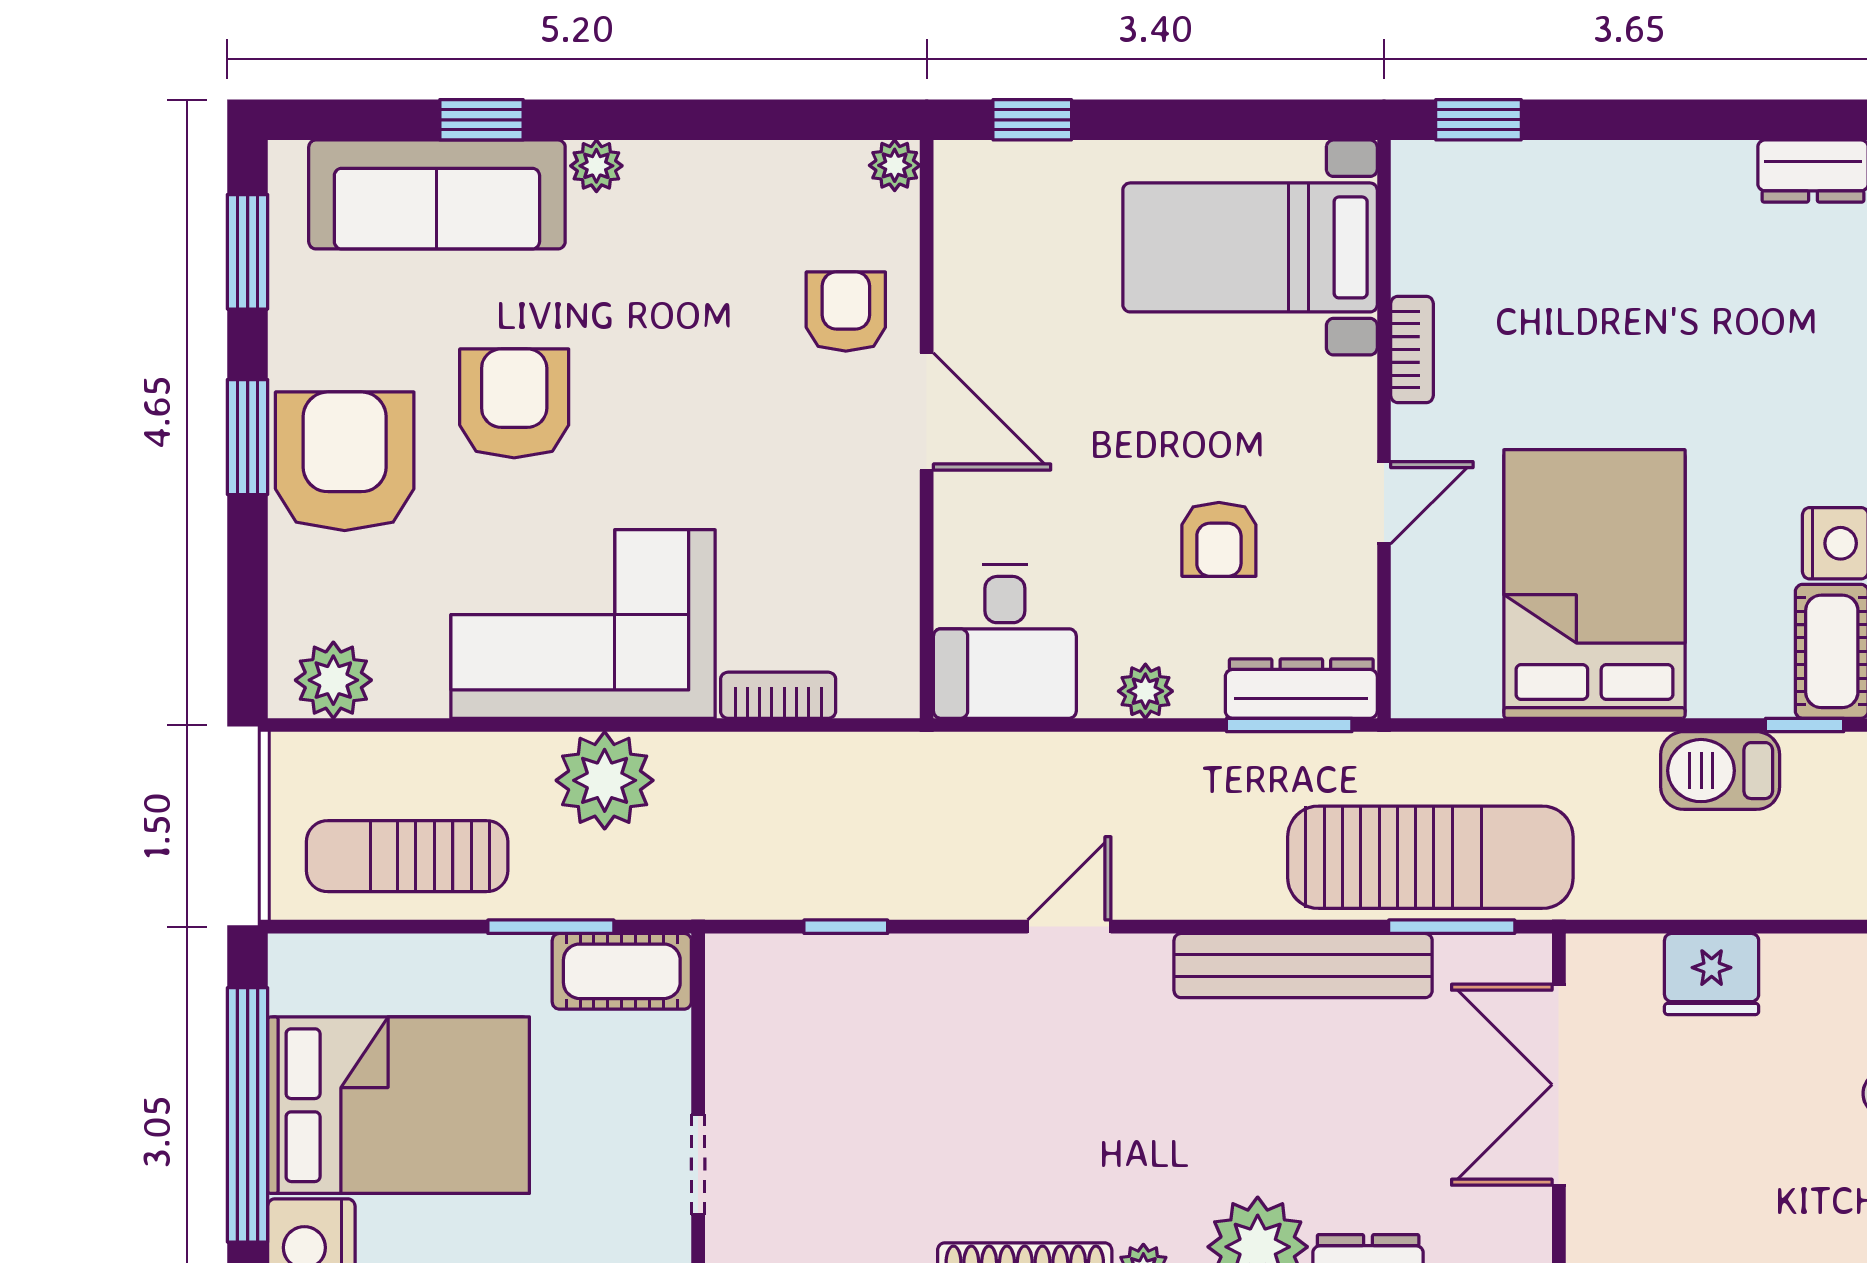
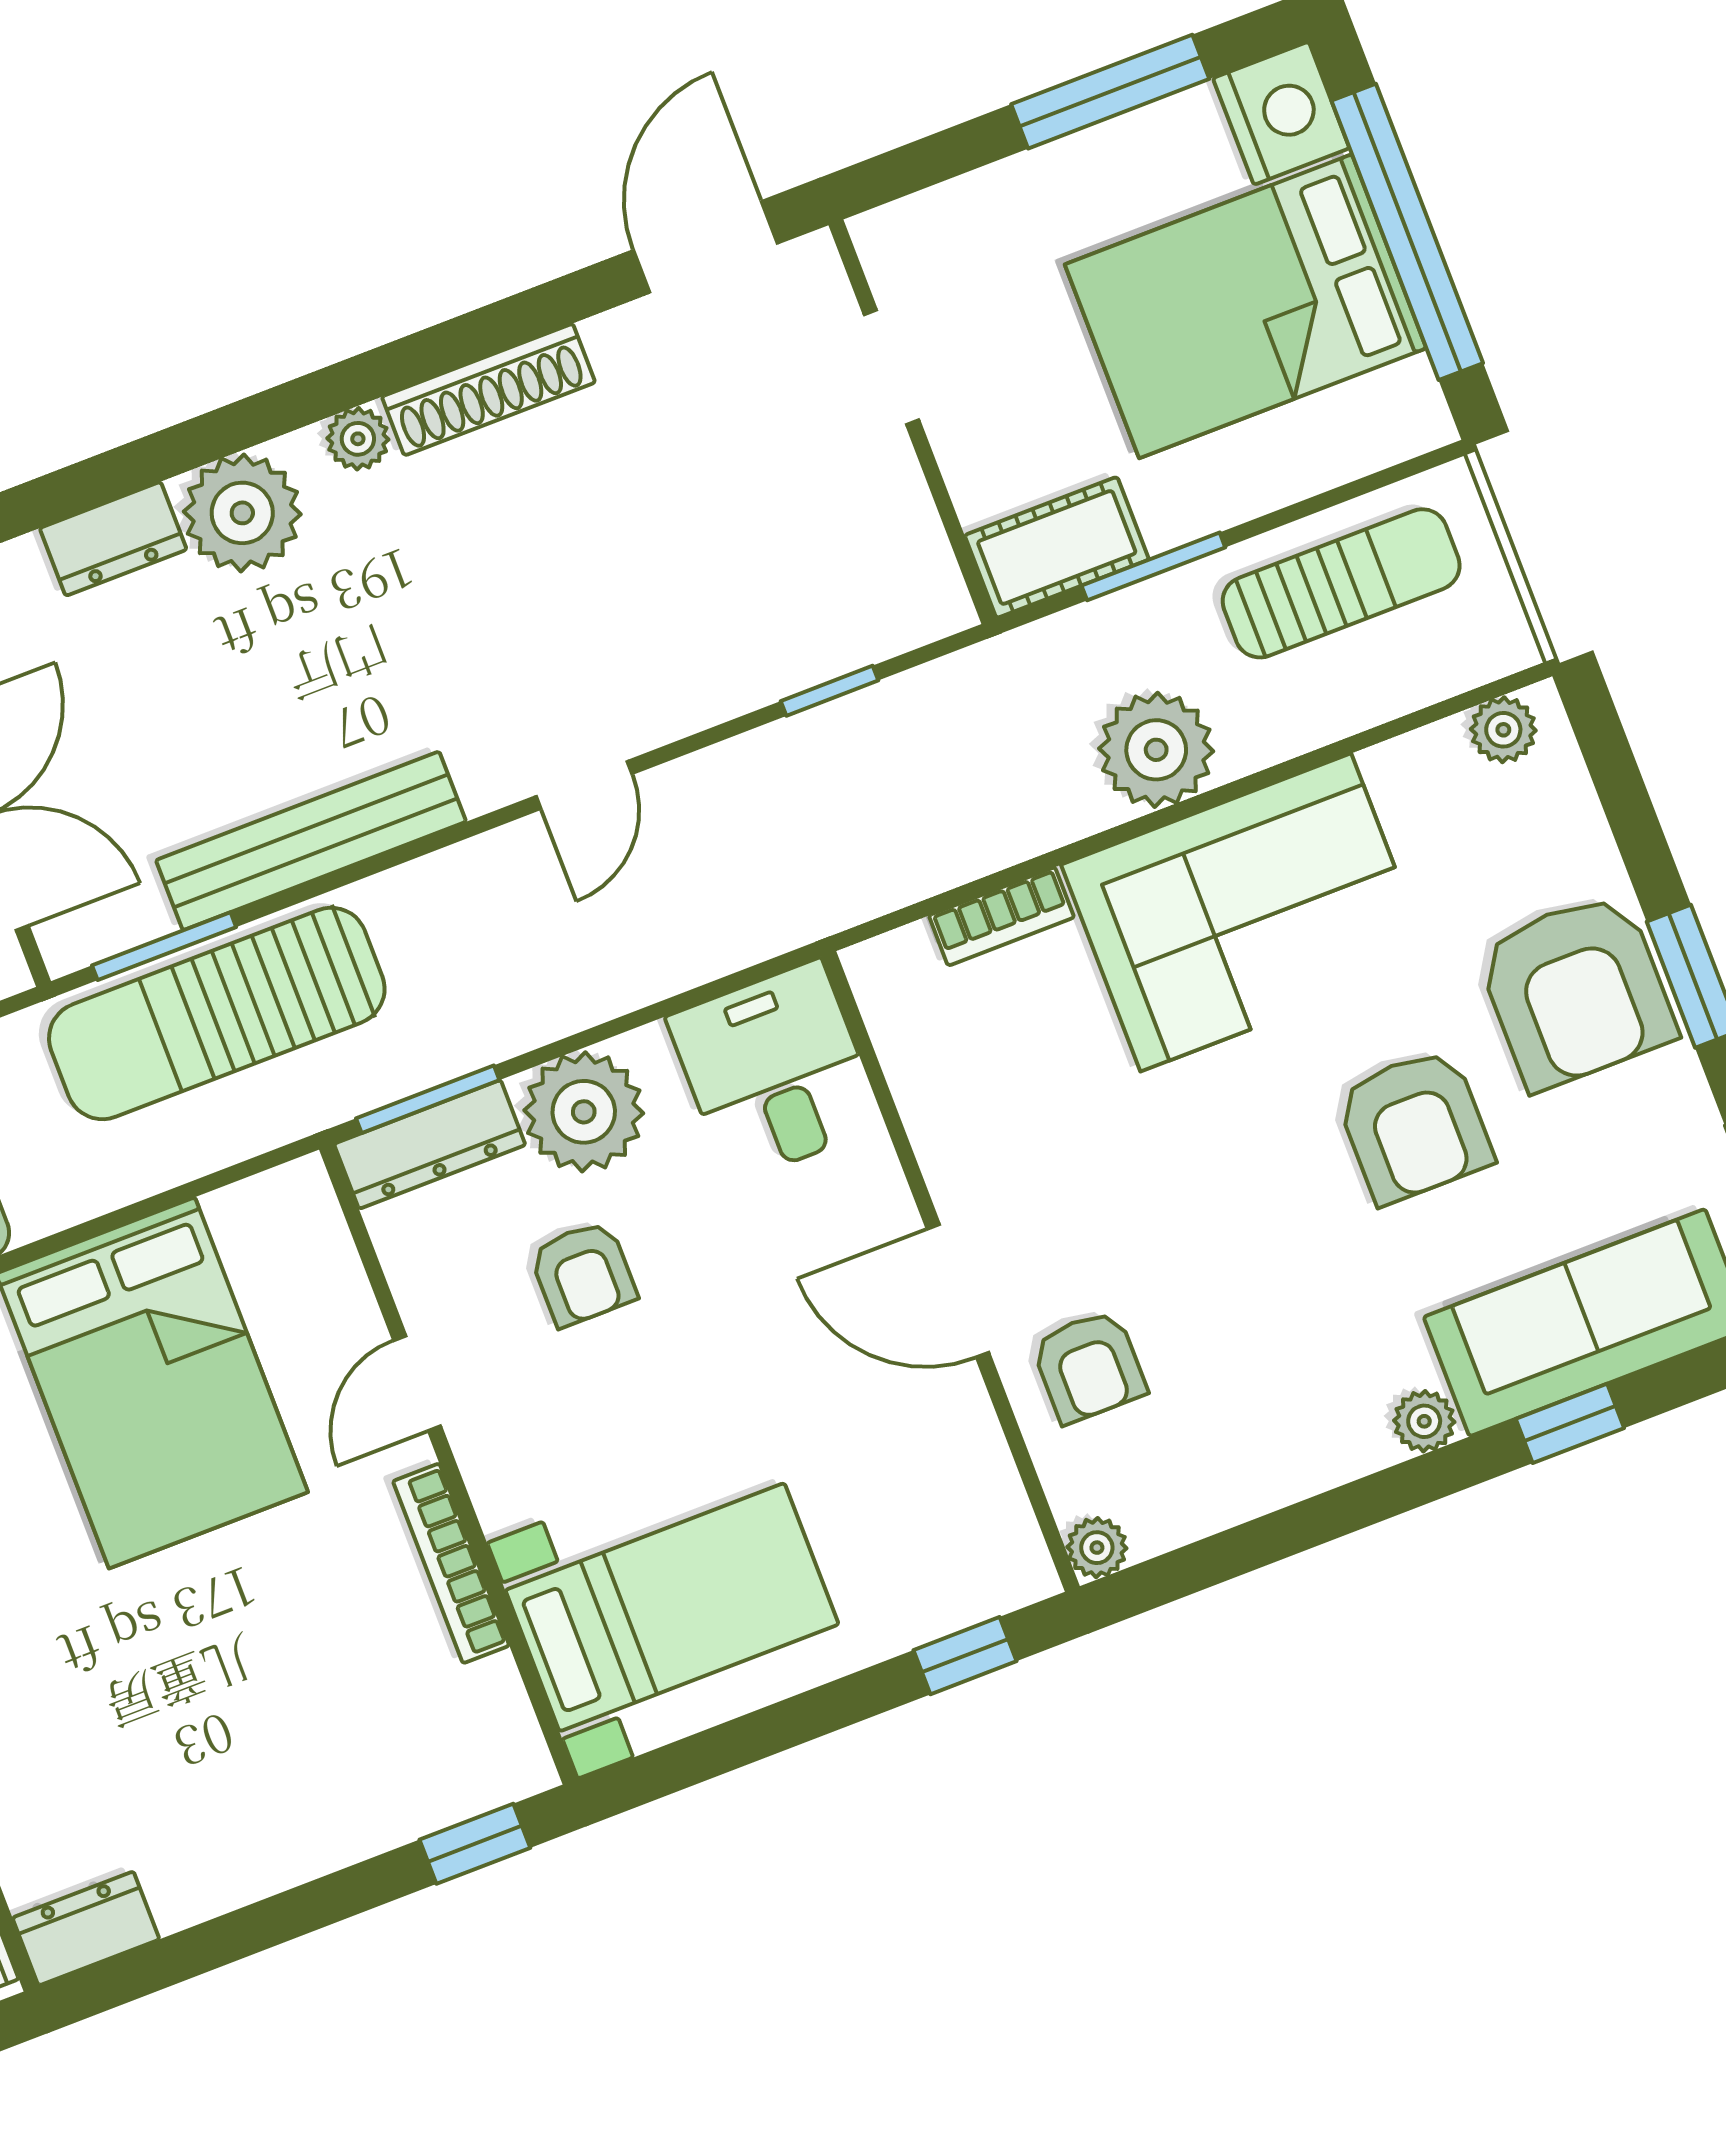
bookcase: (1412, 349) -> (451, 1563), width x1.56
armchair: (1219, 539) -> (583, 1273), turned 180
plant: (333, 680) -> (1503, 730), width x0.73, depth x0.73
plant: (1145, 691) -> (584, 1112), width x1.88, depth x1.88

